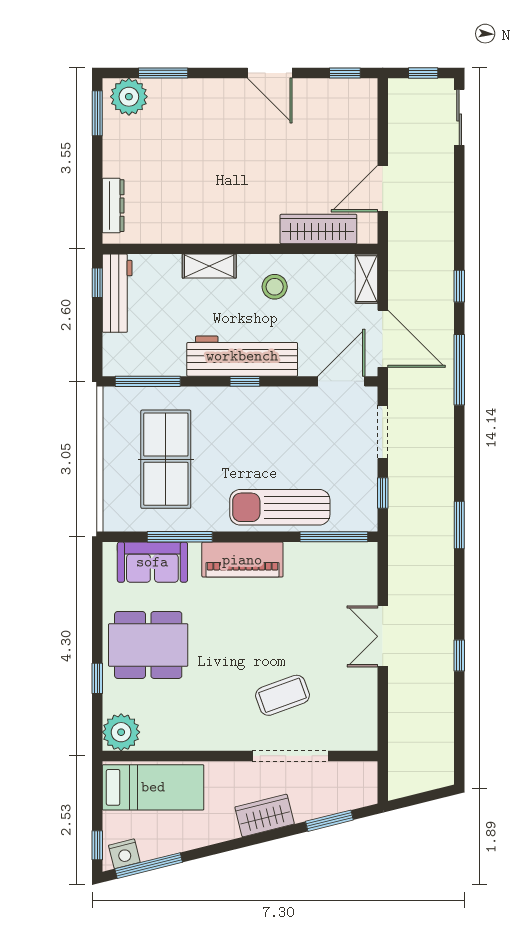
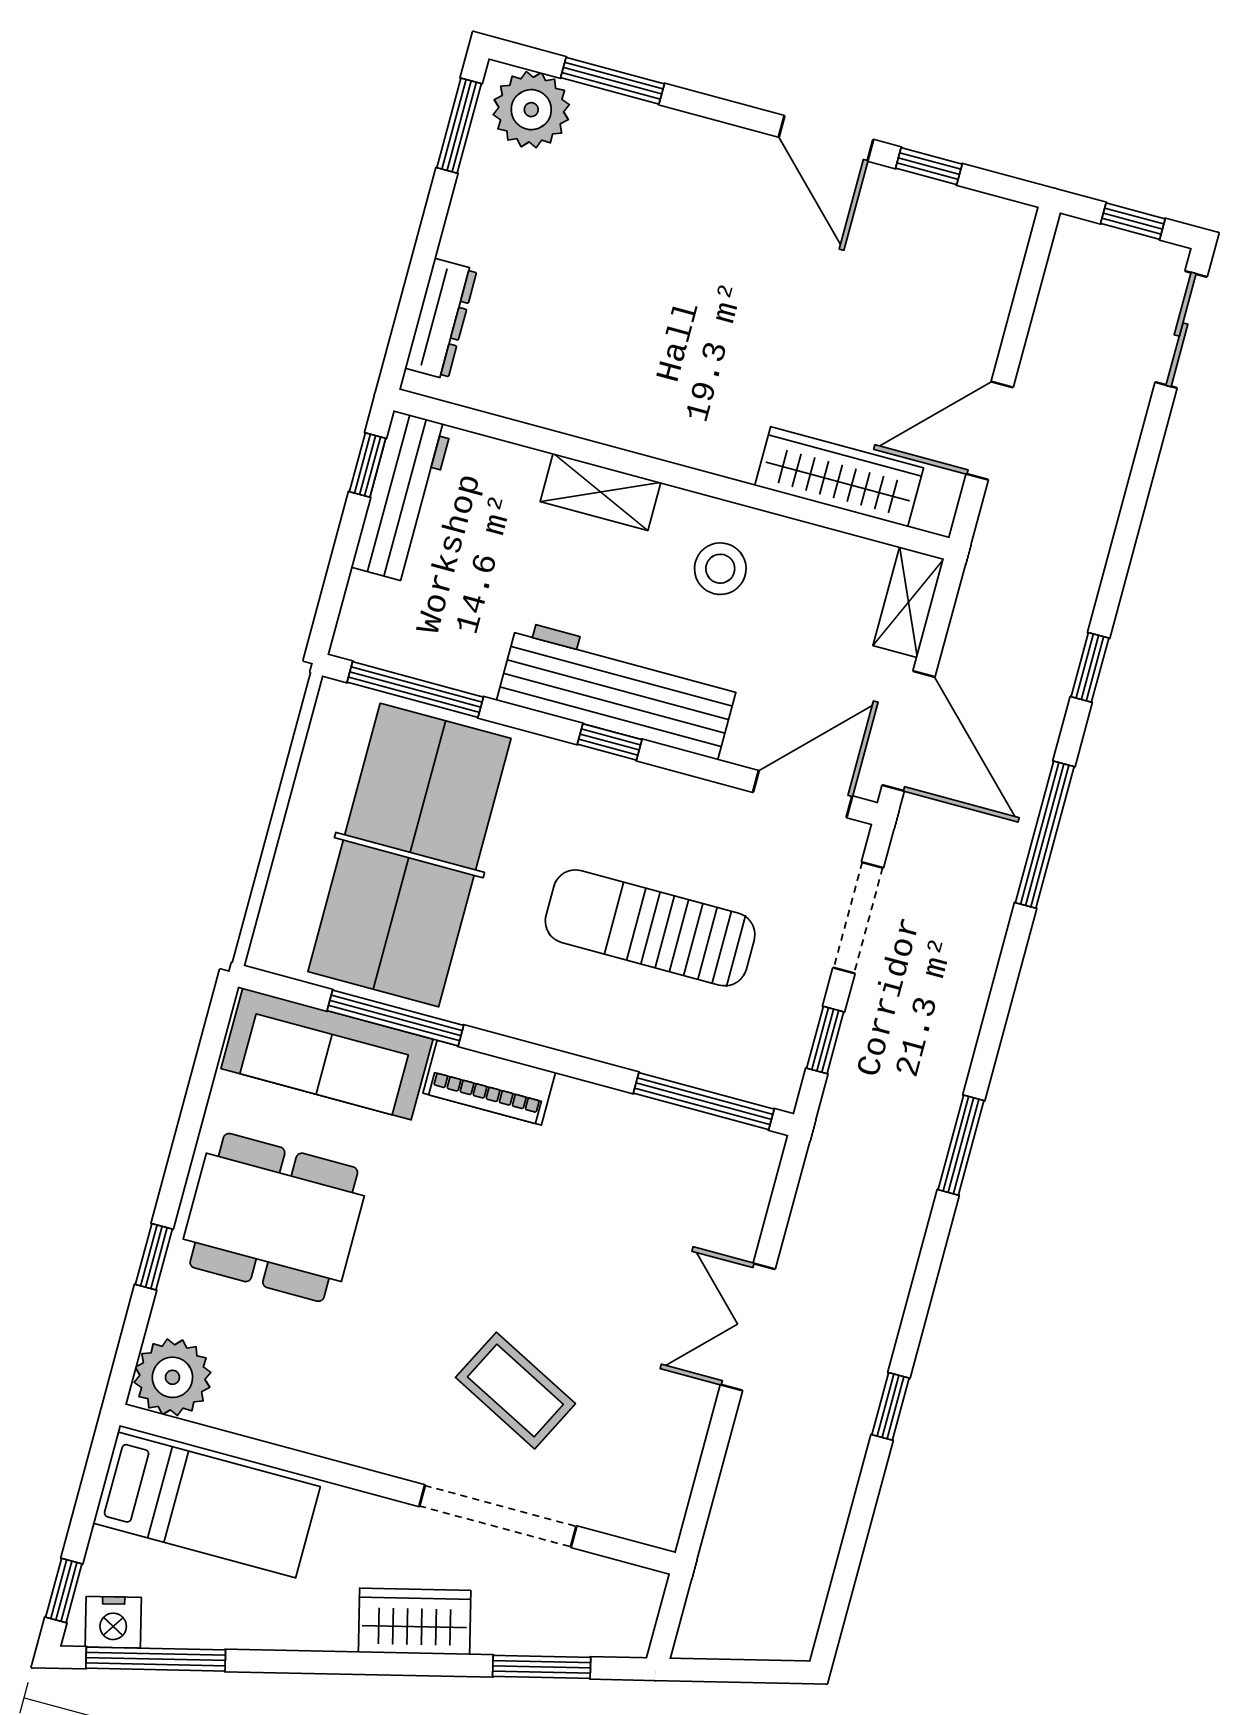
window: (345, 73) -> (929, 166), moved
table tennis table: (166, 459) -> (409, 855), width x1.36, depth x1.32
sun lounger: (280, 507) -> (650, 928), moved
piano: (242, 560) -> (489, 1083), width x0.73, depth x0.75
sofa: (152, 562) -> (327, 1054), width x1.36
coffee table: (283, 695) -> (515, 1391), turned 47

